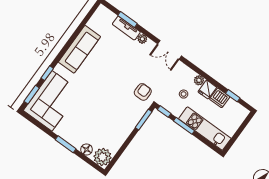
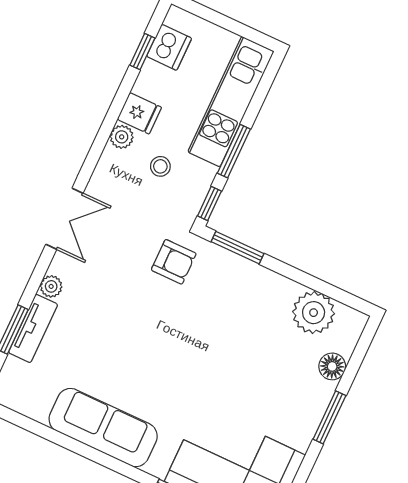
armchair: (143, 92) -> (174, 262), turned 180
dishwasher: (220, 98) -> (169, 47), moved
plant: (103, 157) -> (314, 313), moved

